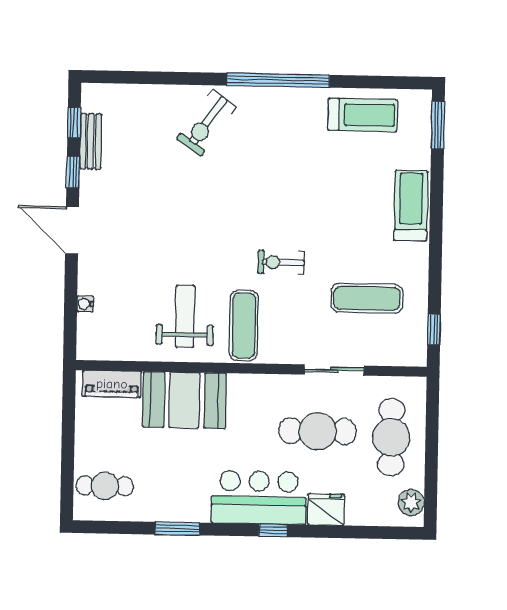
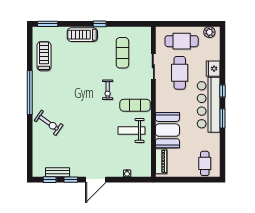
window: (434, 330) -> (100, 24), moved
bar counter: (259, 498) -> (209, 105), width x1.36
window: (177, 529) -> (222, 118), moved

